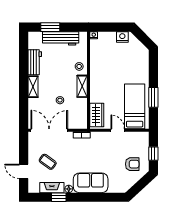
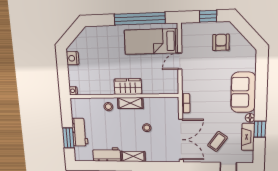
workbench: (61, 38) -> (80, 132), width x0.73
window: (153, 97) -> (140, 19), width x2.11
wardrobe: (97, 115) -> (128, 87), moved
double door: (49, 130) -> (181, 140), swing flipped

